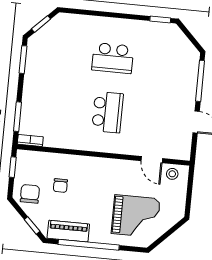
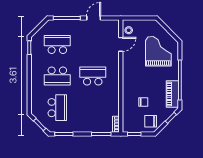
school desk: (64, 53) -> (57, 108), added
school desk: (113, 58) -> (57, 76), turned 90
school desk: (161, 63) -> (57, 44), added

